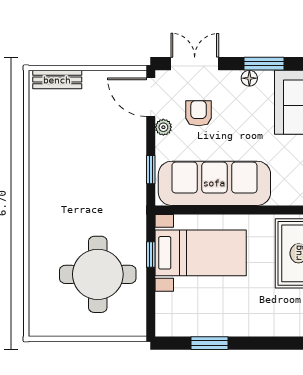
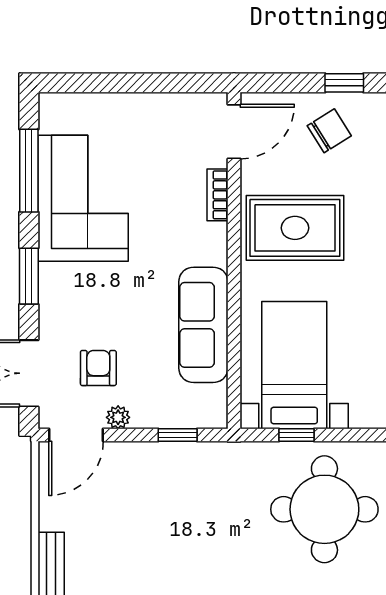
floor lamp: (249, 78) -> (49, 297), removed
armchair: (199, 113) -> (98, 368), turned 90
sofa: (214, 183) -> (203, 325), width x0.74, depth x0.79

